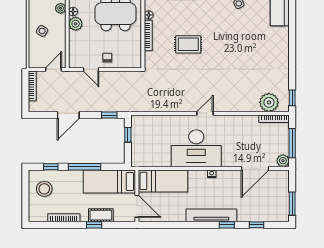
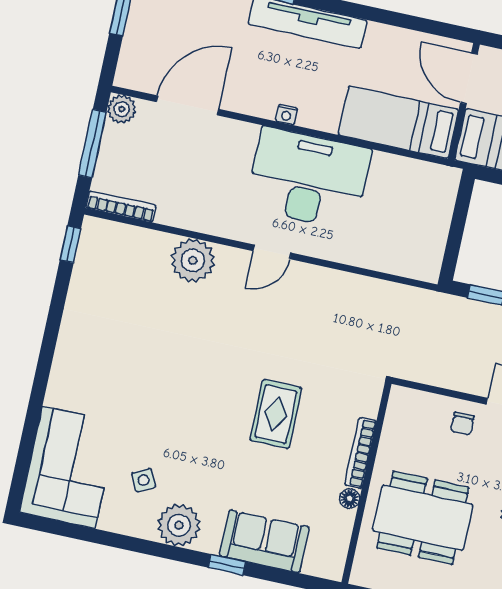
rug: (188, 44) -> (276, 414), turned 90
plant: (269, 102) -> (193, 260), moved
window: (128, 135) -> (454, 242), removed

